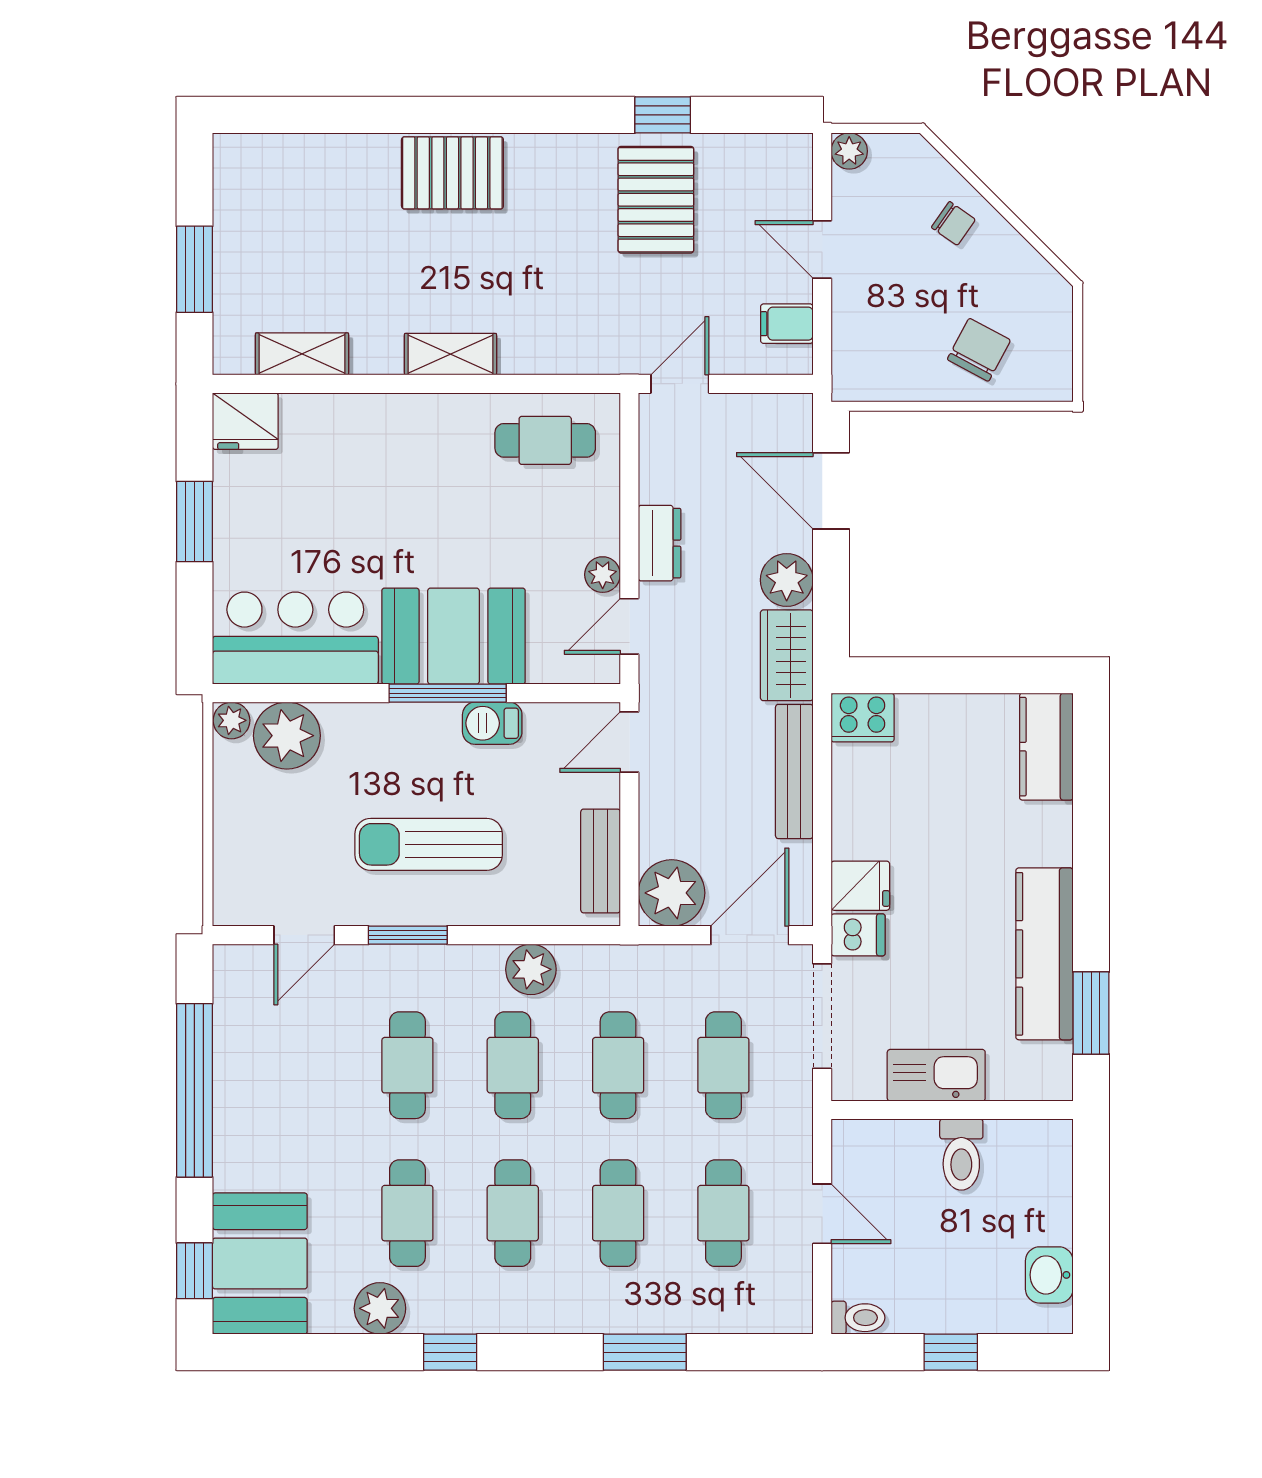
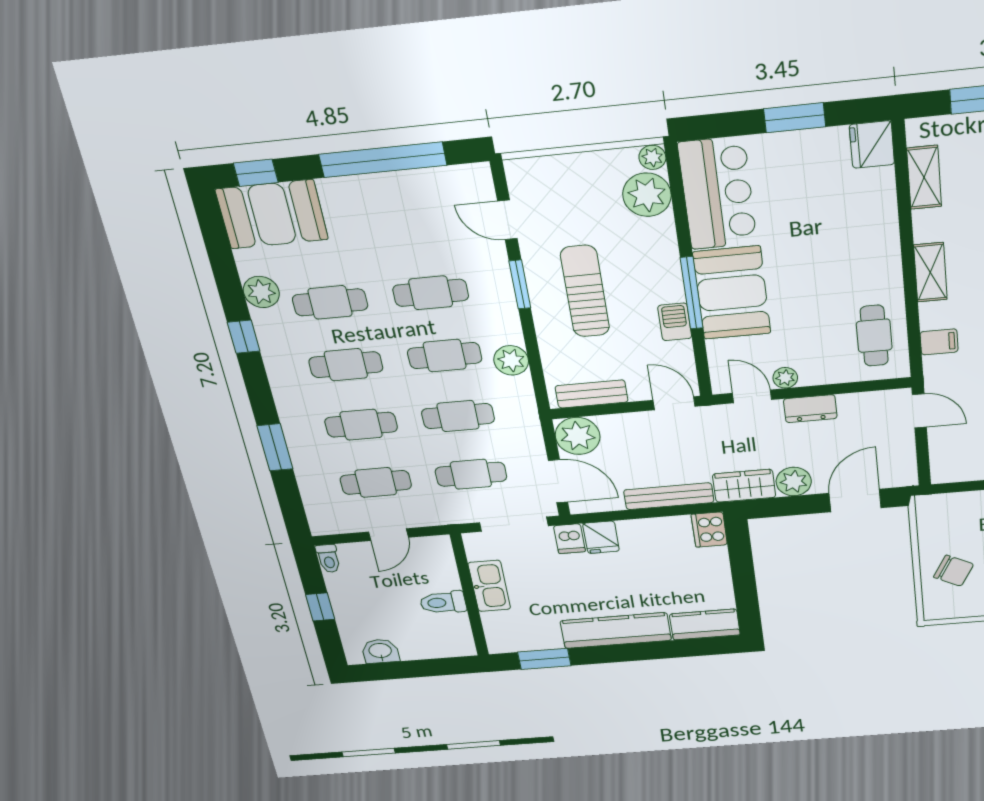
filing cabinet: (787, 324) -> (939, 342), moved, turned 90
kitchen counter: (1044, 954) -> (616, 631), moved

